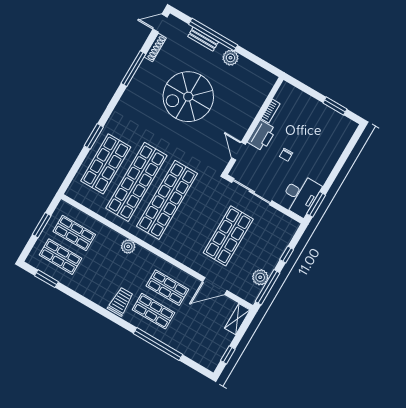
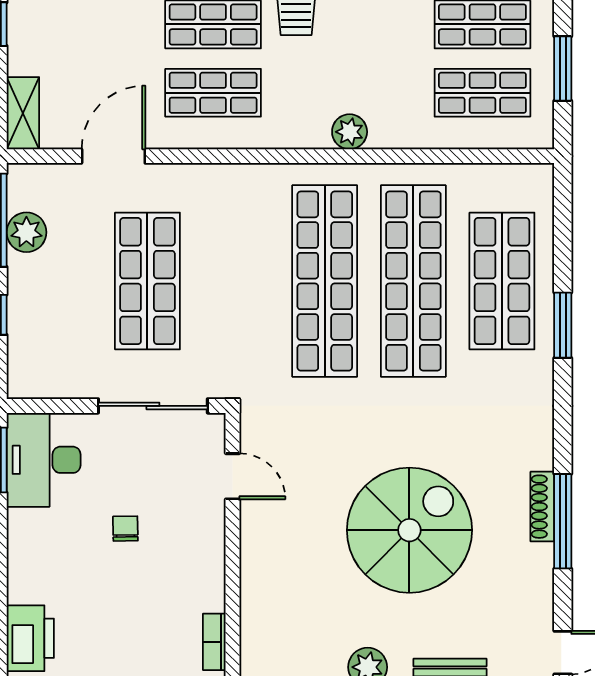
shoe rack: (155, 48) -> (542, 507), moved
bookcase: (270, 111) -> (214, 642), moved
printer: (262, 136) -> (30, 638), moved, turned 180

